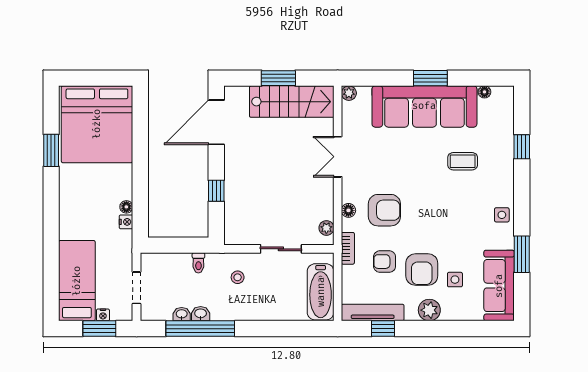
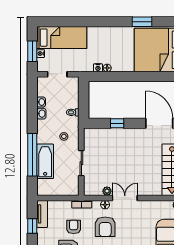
double door: (338, 157) -> (125, 198), moved
plant: (326, 228) -> (107, 191), moved
bathtub: (321, 292) -> (45, 161), moved, turned 90
tv unit: (373, 313) -> (42, 214), width x0.71
window: (200, 329) -> (32, 155), moved

